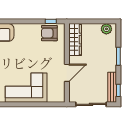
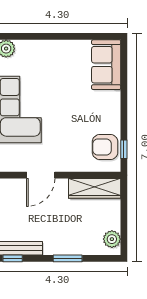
armchair: (49, 33) -> (105, 147), turned -90
door: (67, 73) -> (41, 175), hinge flipped

